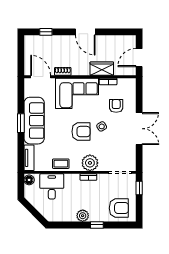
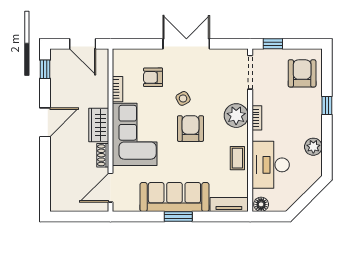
window: (46, 32) -> (45, 69), moved
wardrobe: (102, 69) -> (99, 125), moved
desk: (52, 186) -> (271, 165), width x1.37
plant: (83, 216) -> (313, 147), moved

